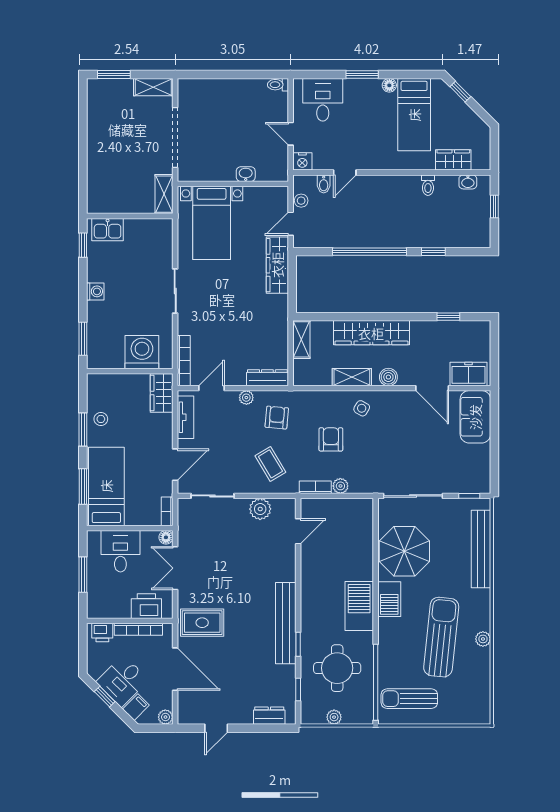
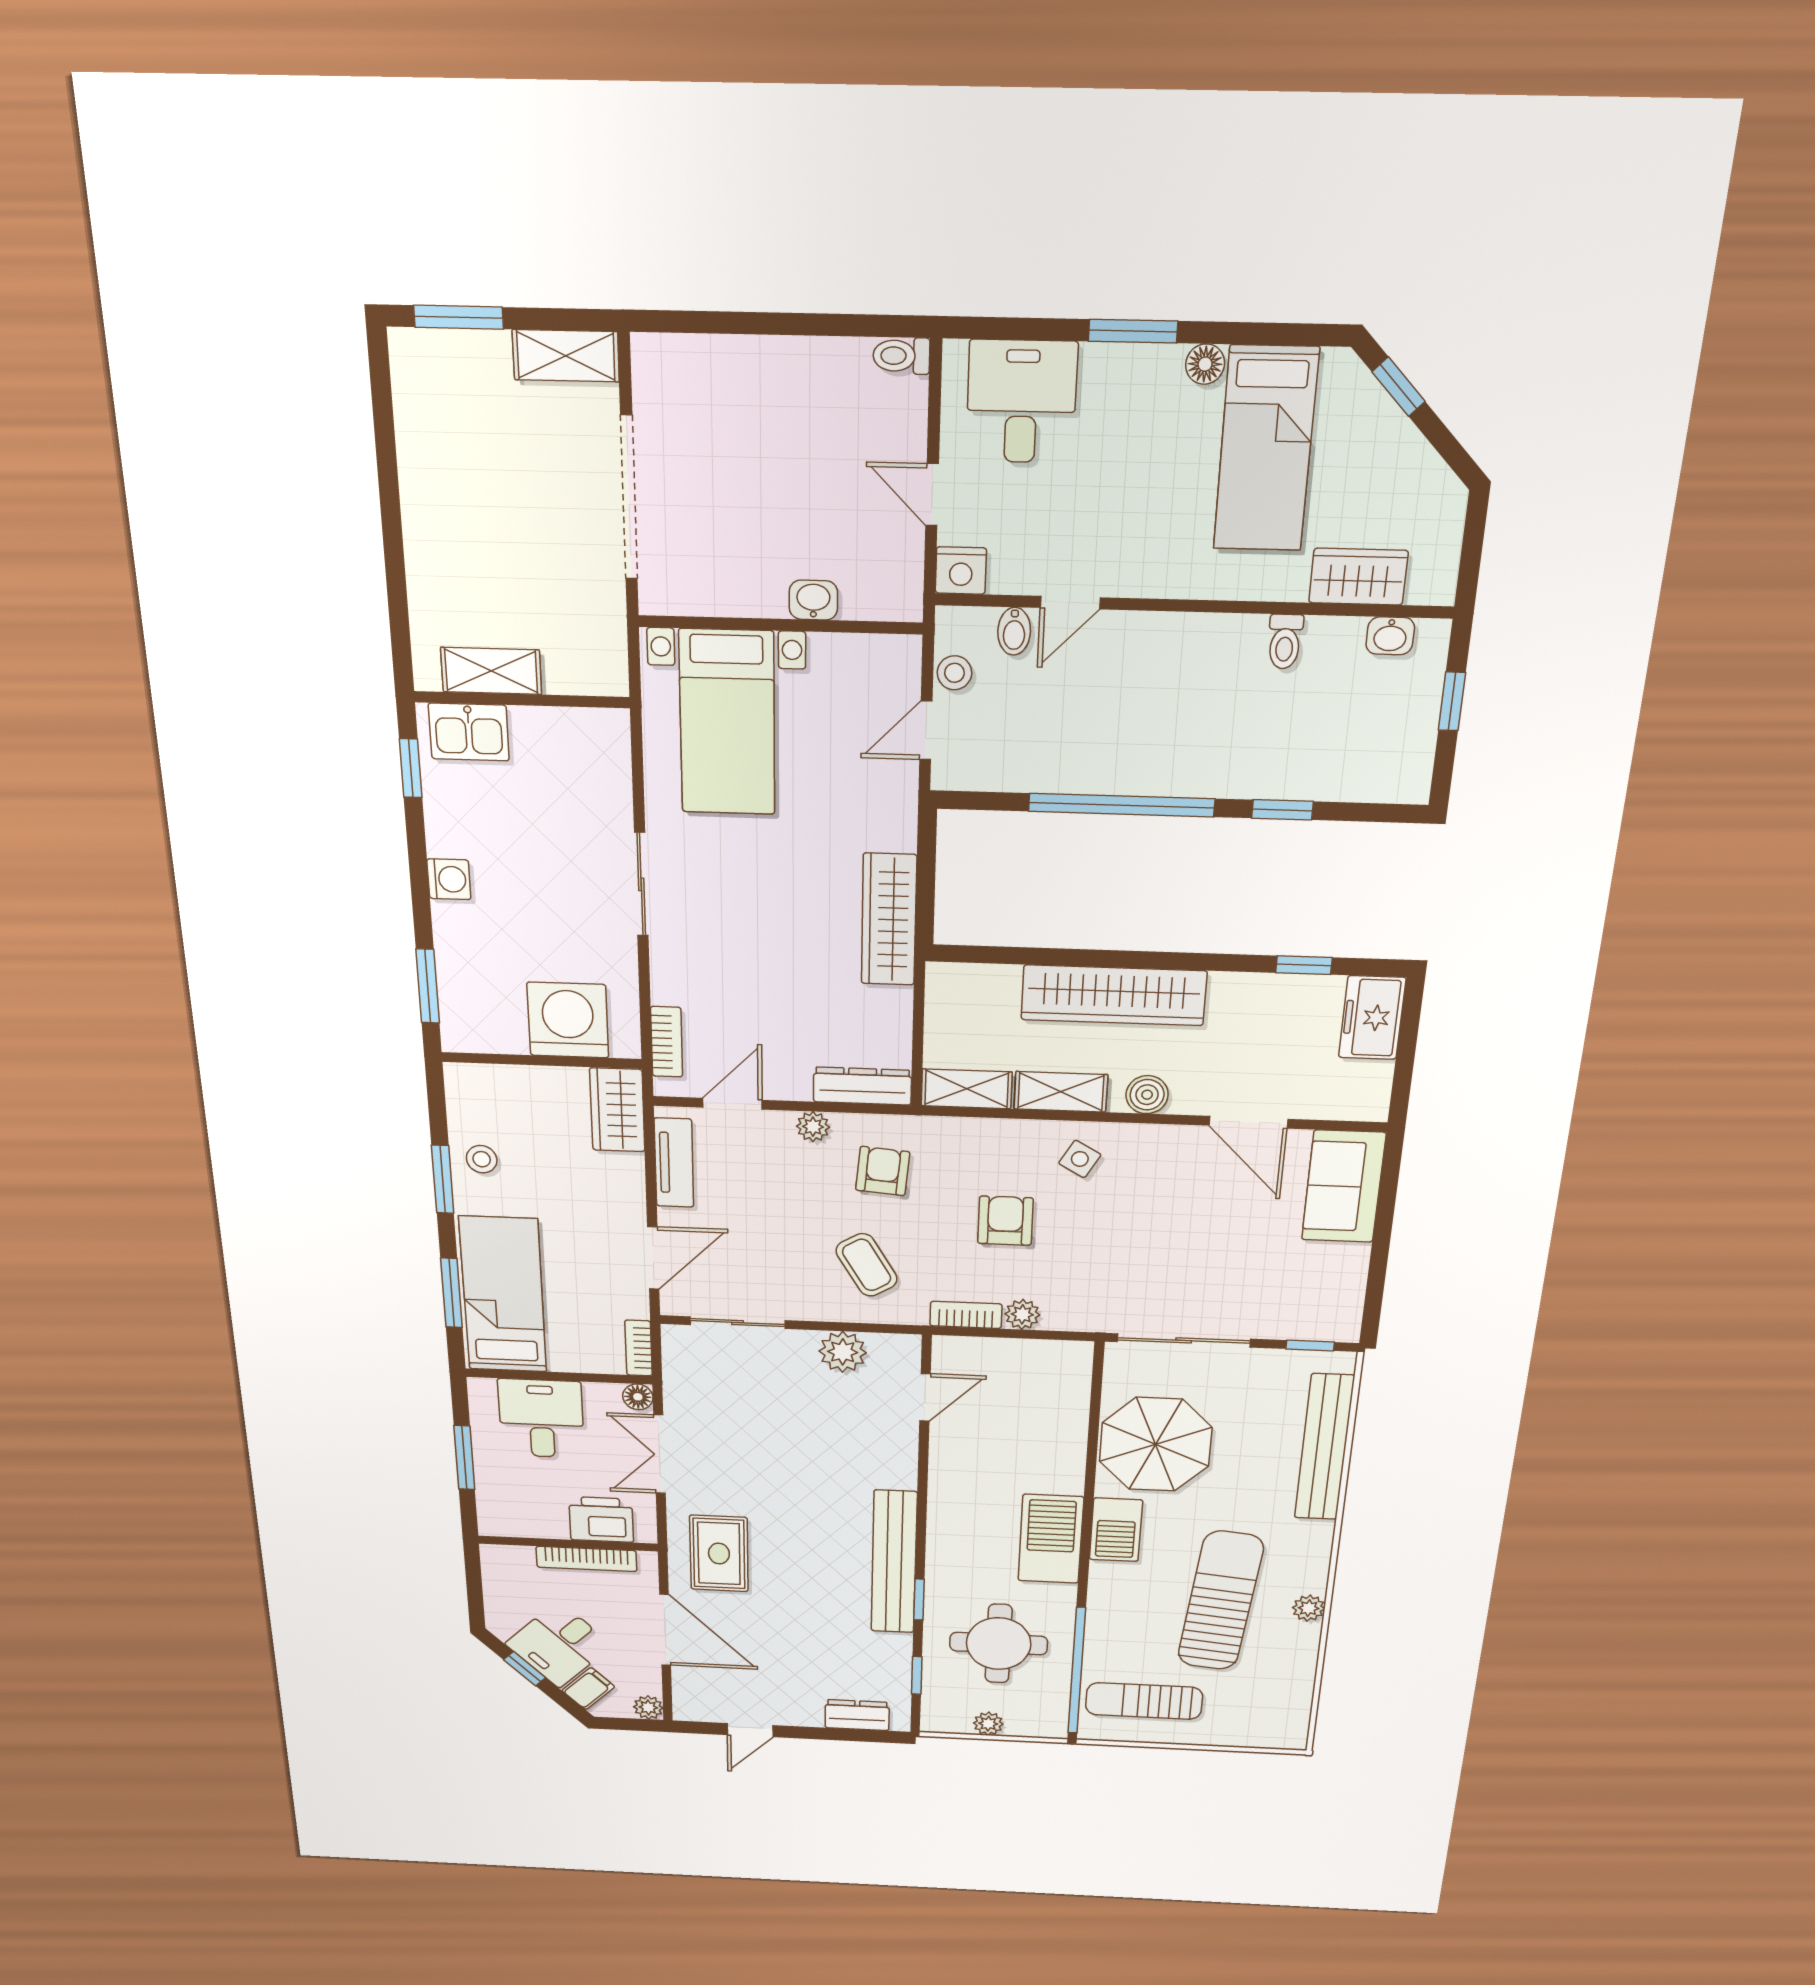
shelving: (164, 194) -> (491, 671), moved, turned 90
wardrobe: (277, 265) -> (889, 920), moved
shelving: (301, 339) -> (967, 1089), moved, turned 90
bookcase: (184, 360) -> (667, 1042), width x0.64
freezer: (468, 374) -> (1372, 1018), moved, turned -90
rug: (202, 623) -> (719, 1554), turned 90
printer: (102, 633) -> (512, 1561), removed

